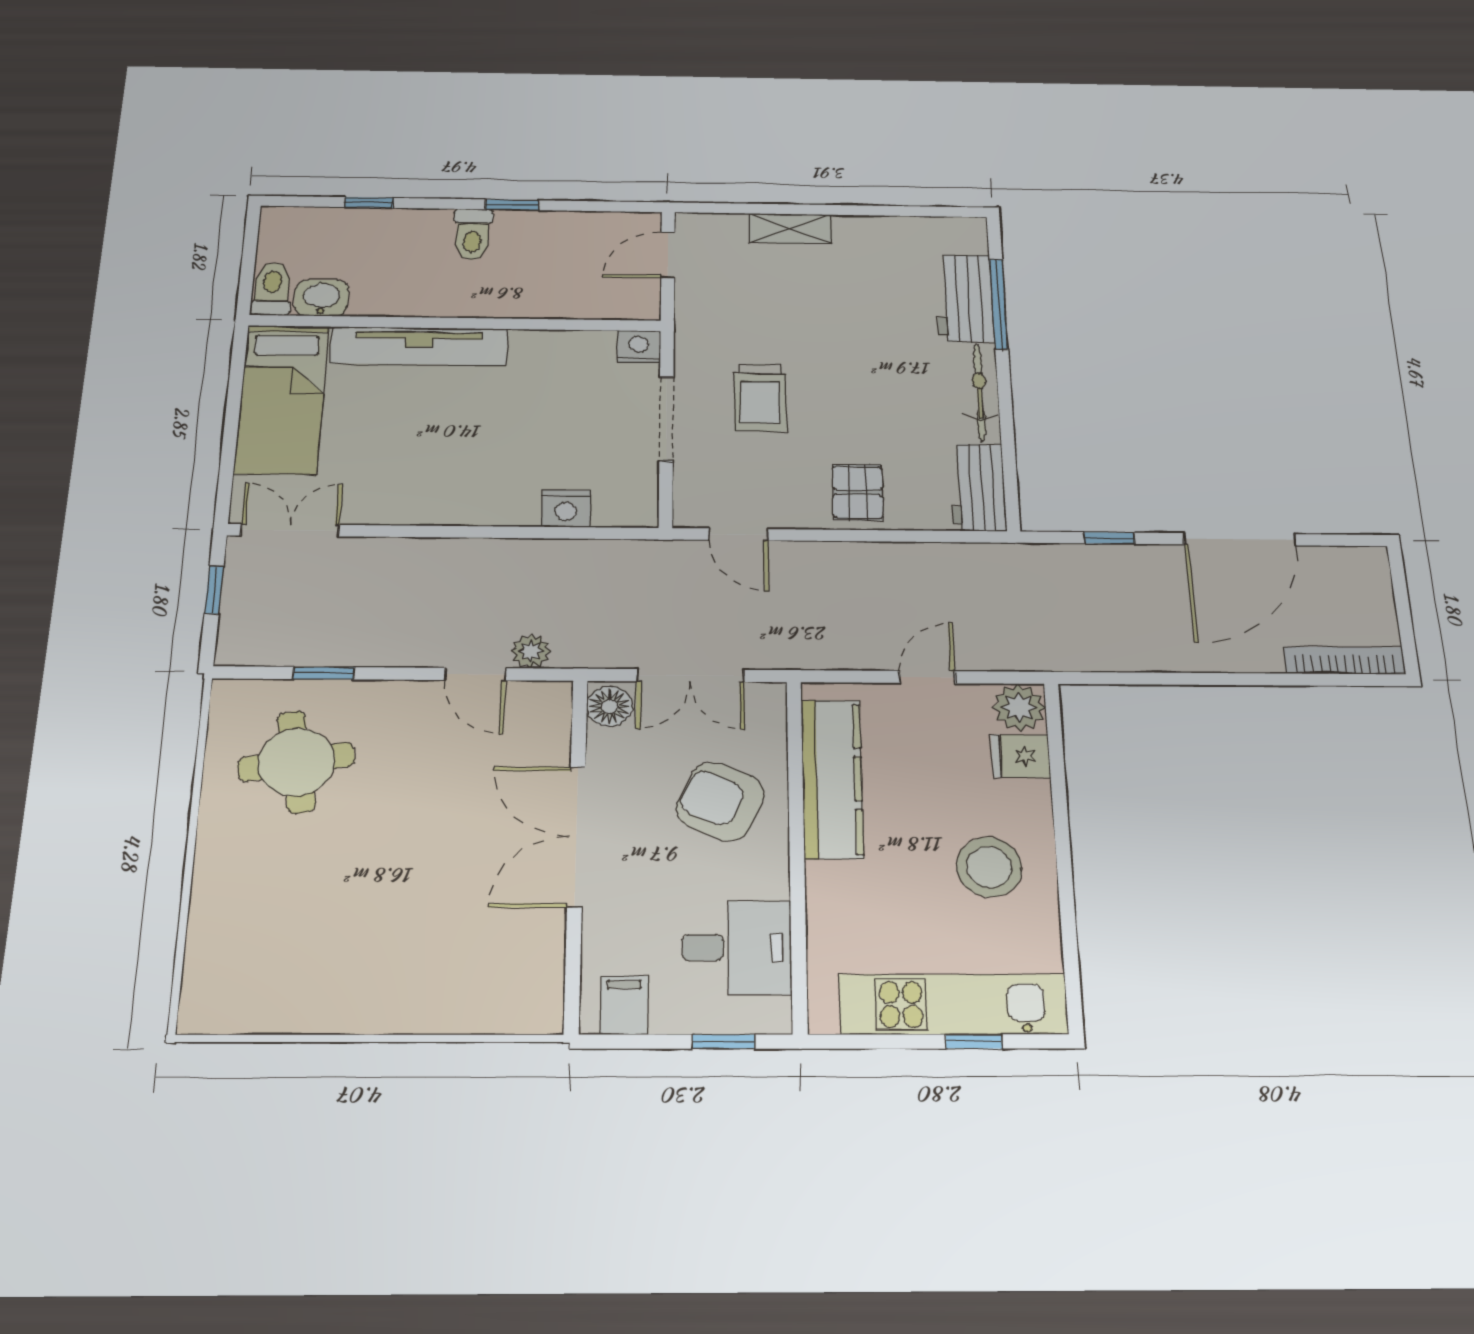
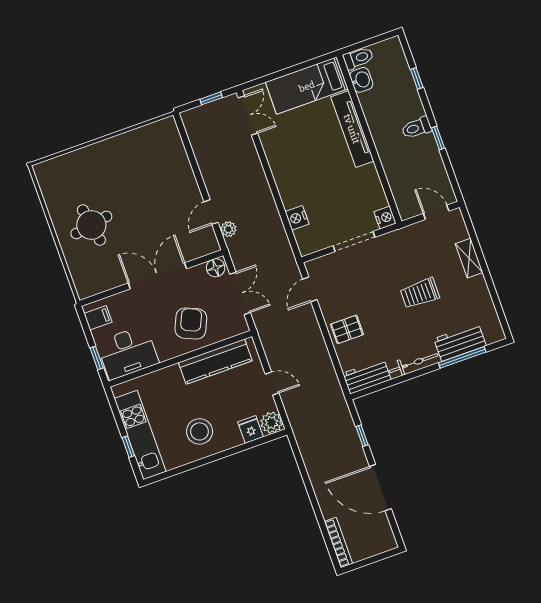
trolley: (760, 398) -> (420, 293), moved
window: (324, 673) -> (191, 155), removed
double door: (690, 676) -> (240, 293), swing flipped
round table: (296, 762) -> (91, 225), moved
desk: (737, 948) -> (128, 352), width x1.37

